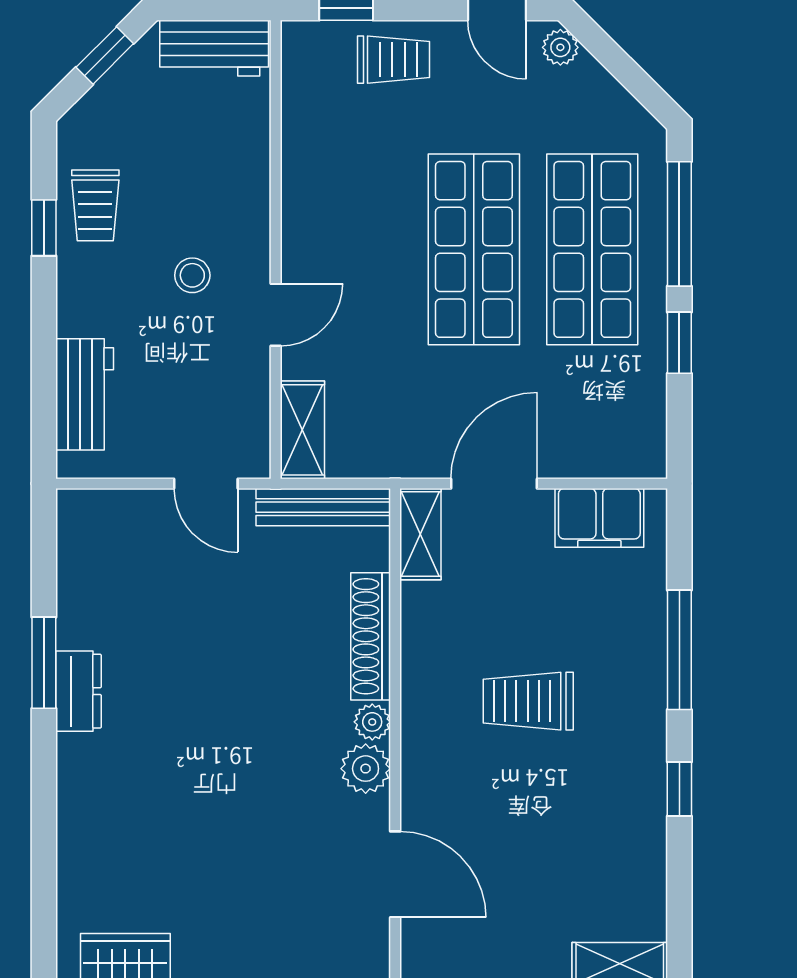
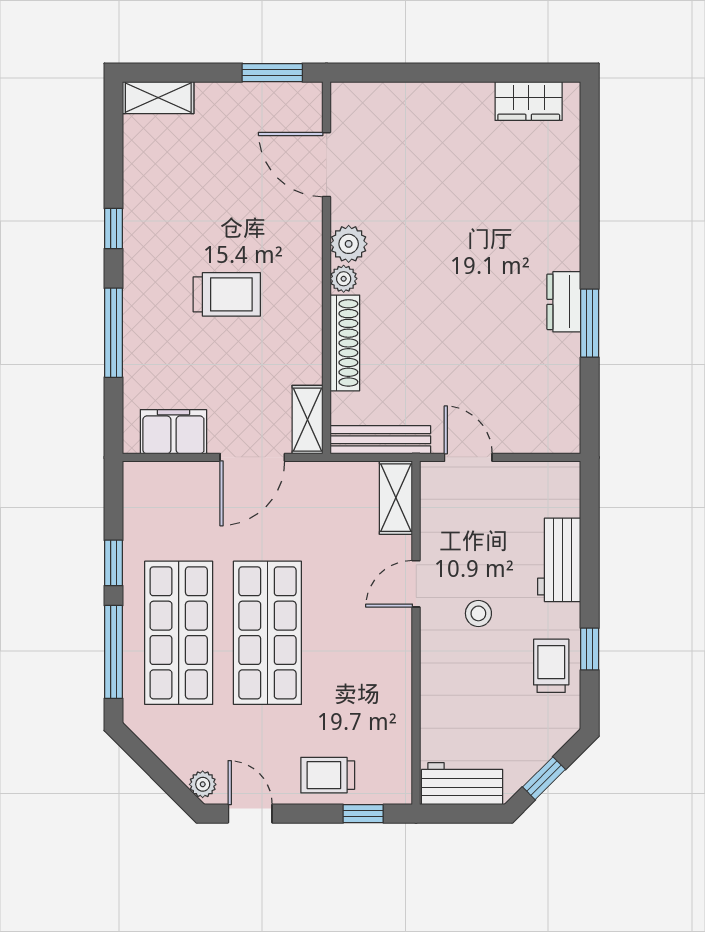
workbench: (85, 394) -> (559, 560), moved

